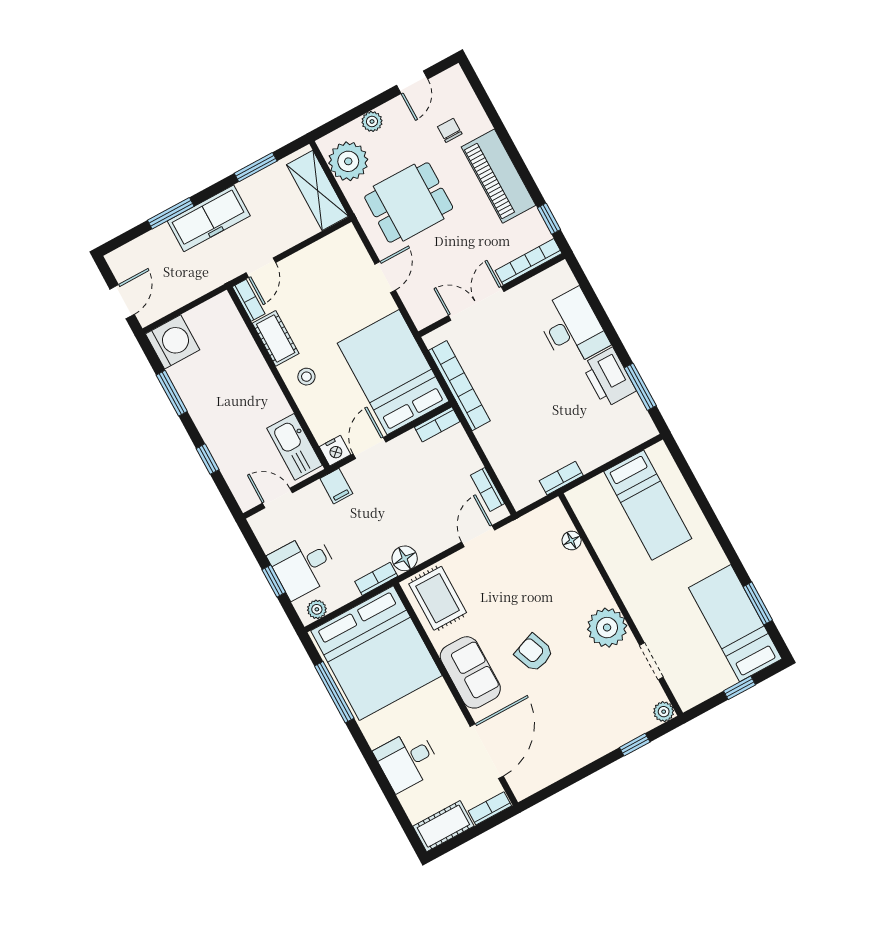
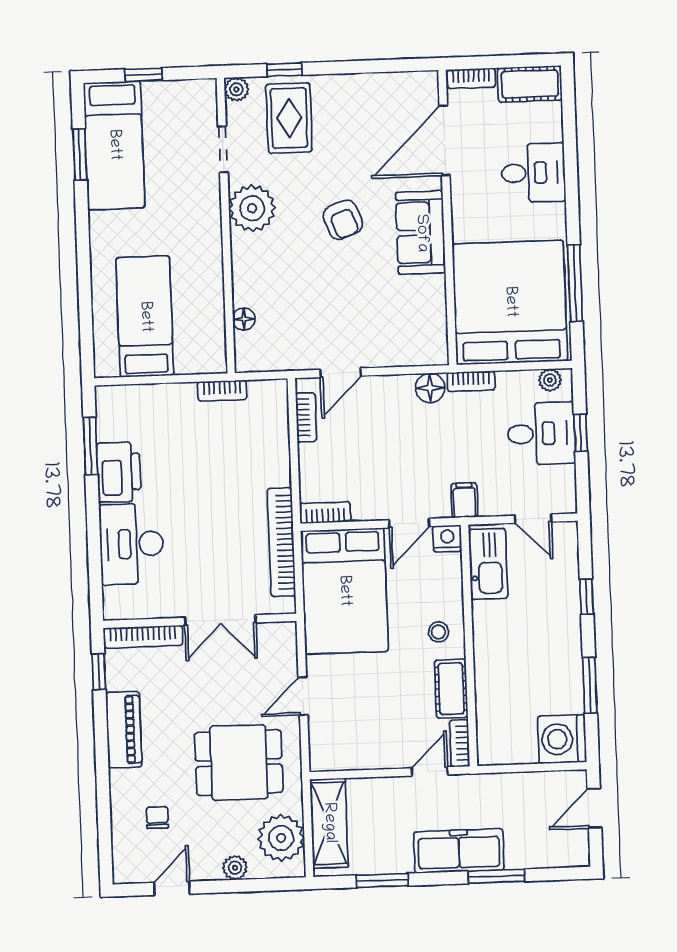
chair: (450, 130) -> (157, 817), turned 180
piano: (499, 176) -> (124, 730), width x0.73, depth x0.75
rug: (438, 598) -> (289, 118), moved

